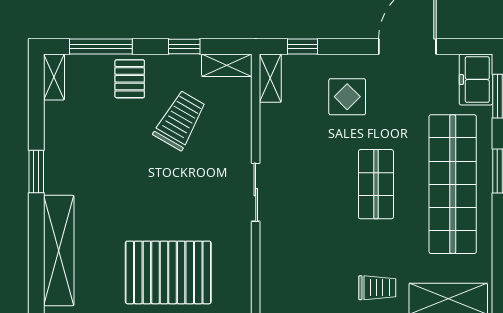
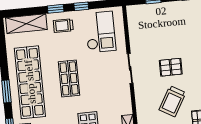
checkout: (307, 269) -> (100, 32), added
pallet: (168, 272) -> (171, 67), moved, width x0.49, depth x0.50

